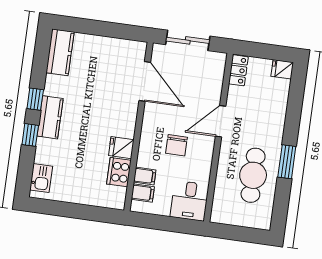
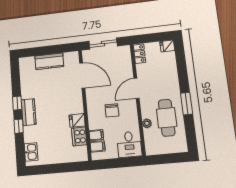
kitchen counter: (60, 52) -> (49, 61), moved, turned 90
plant: (223, 176) -> (147, 123), added

